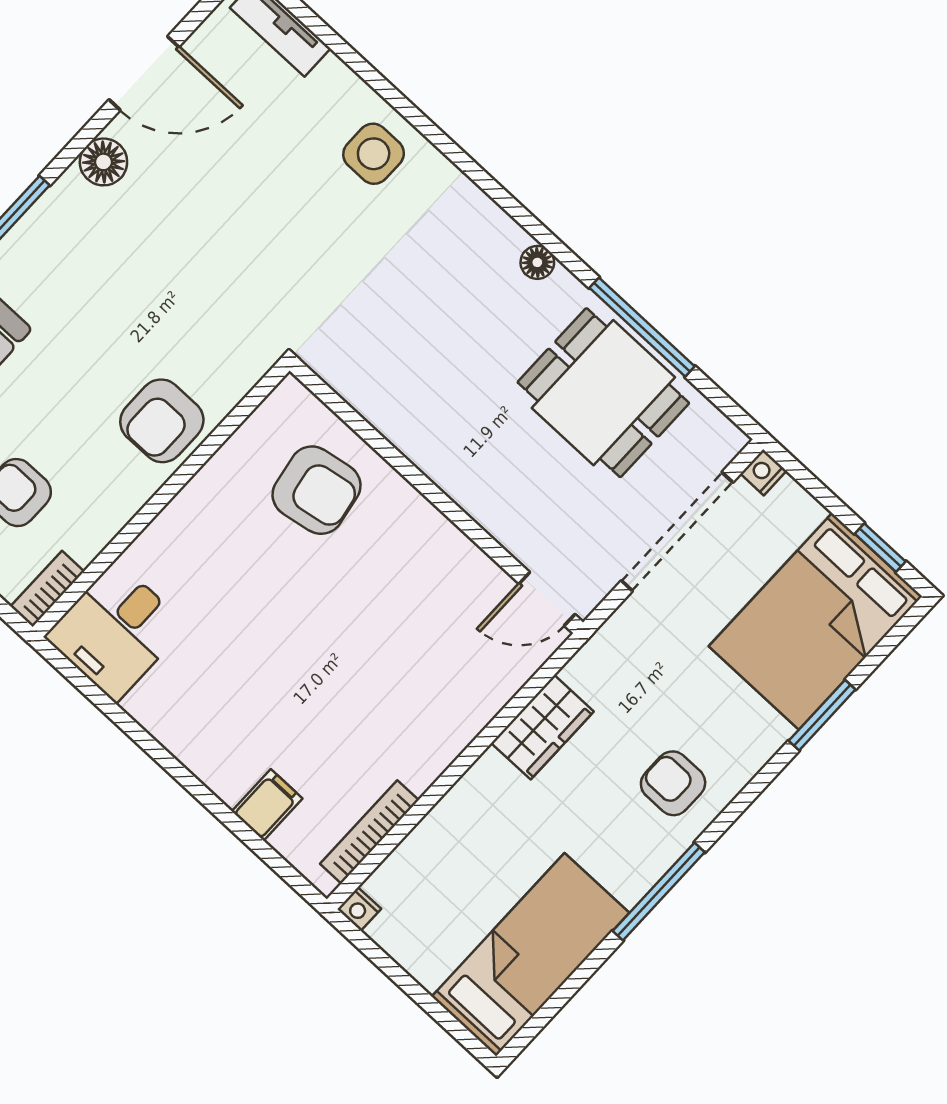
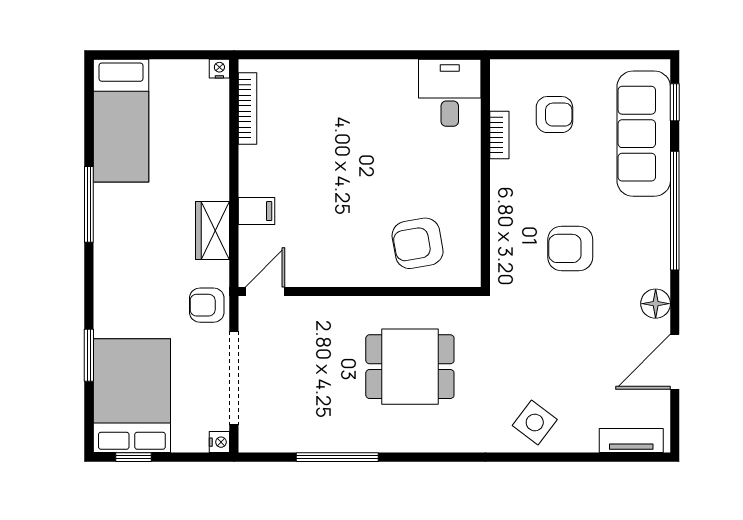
side table: (374, 154) -> (535, 422), turned 37
floor lamp: (537, 262) -> (413, 442), removed
dining table: (603, 393) -> (410, 367), moved
armchair: (162, 421) -> (570, 248), moved, turned -90
bookcase: (47, 589) -> (499, 135), moved
armchair: (673, 783) -> (207, 305), moved, turned 180
filing cabinet: (267, 805) -> (256, 211), moved, turned -90

